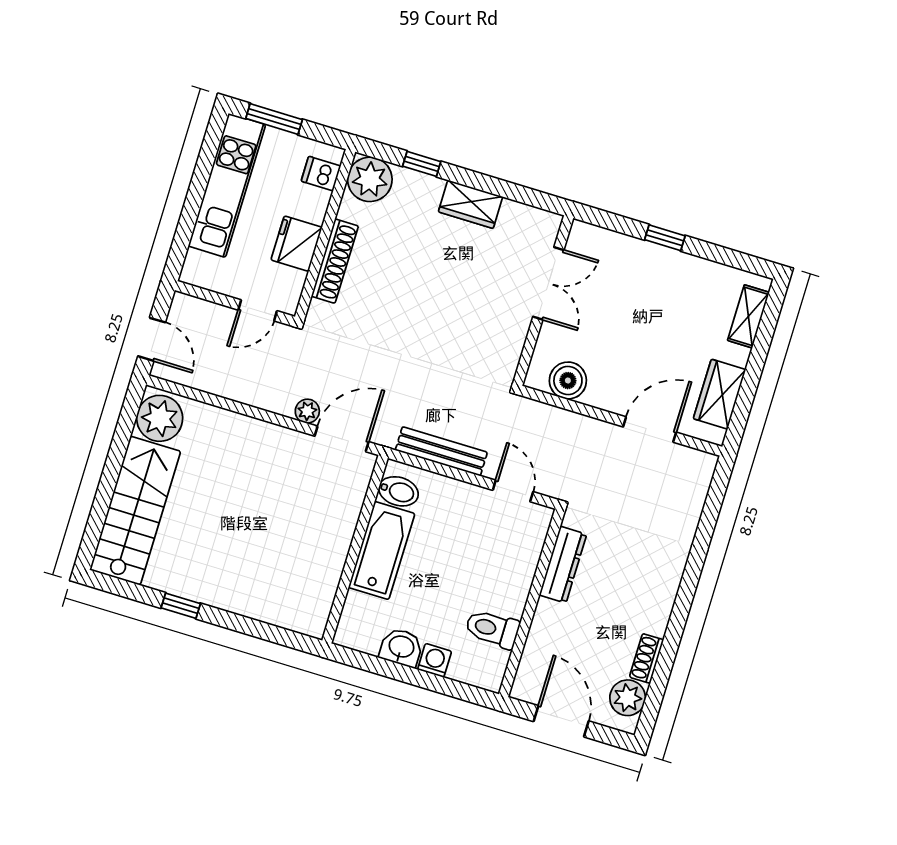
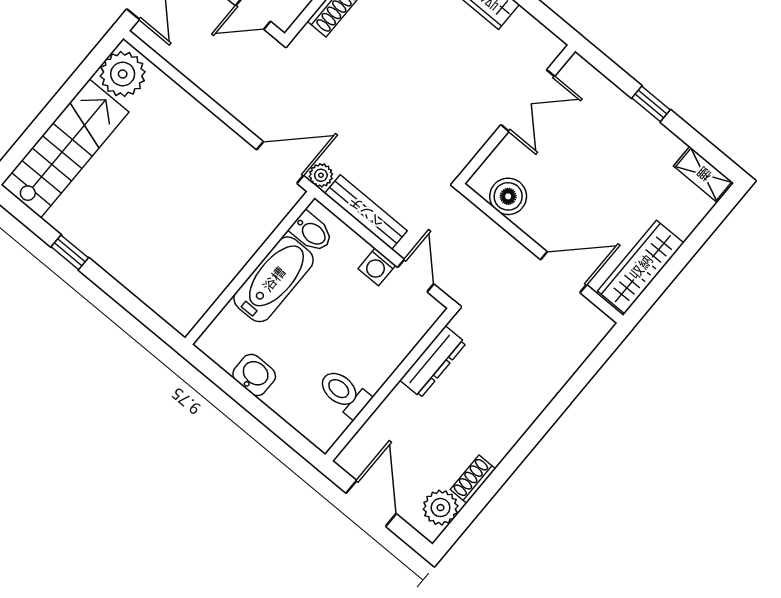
shelving: (748, 316) -> (704, 174), moved, turned 90
wardrobe: (720, 394) -> (641, 267), width x1.50
plant: (307, 411) -> (321, 175), moved
washing machine: (435, 660) -> (377, 267), moved, turned 180

